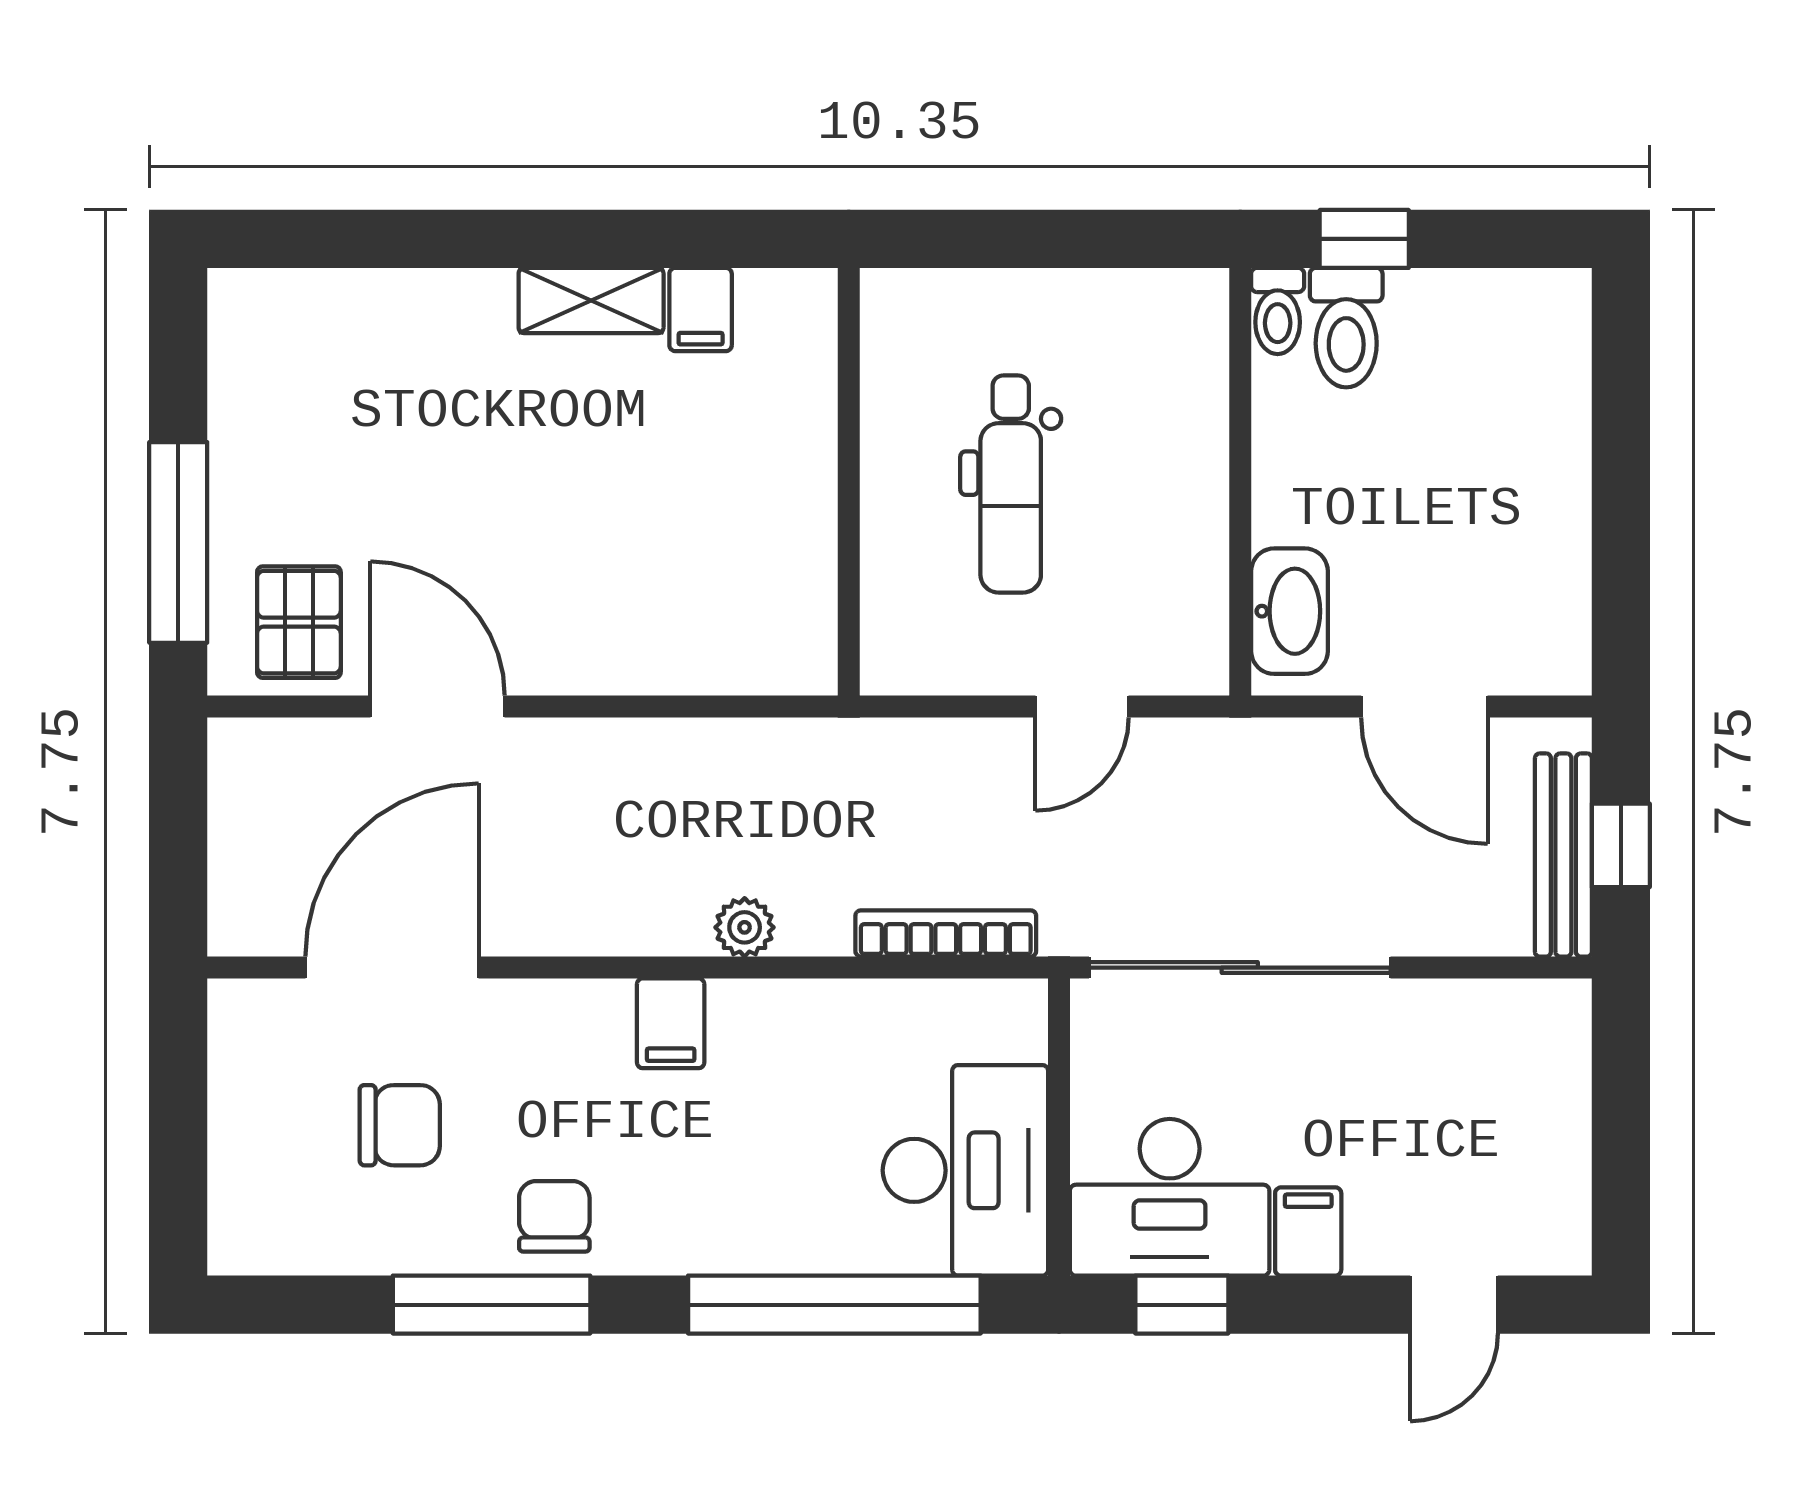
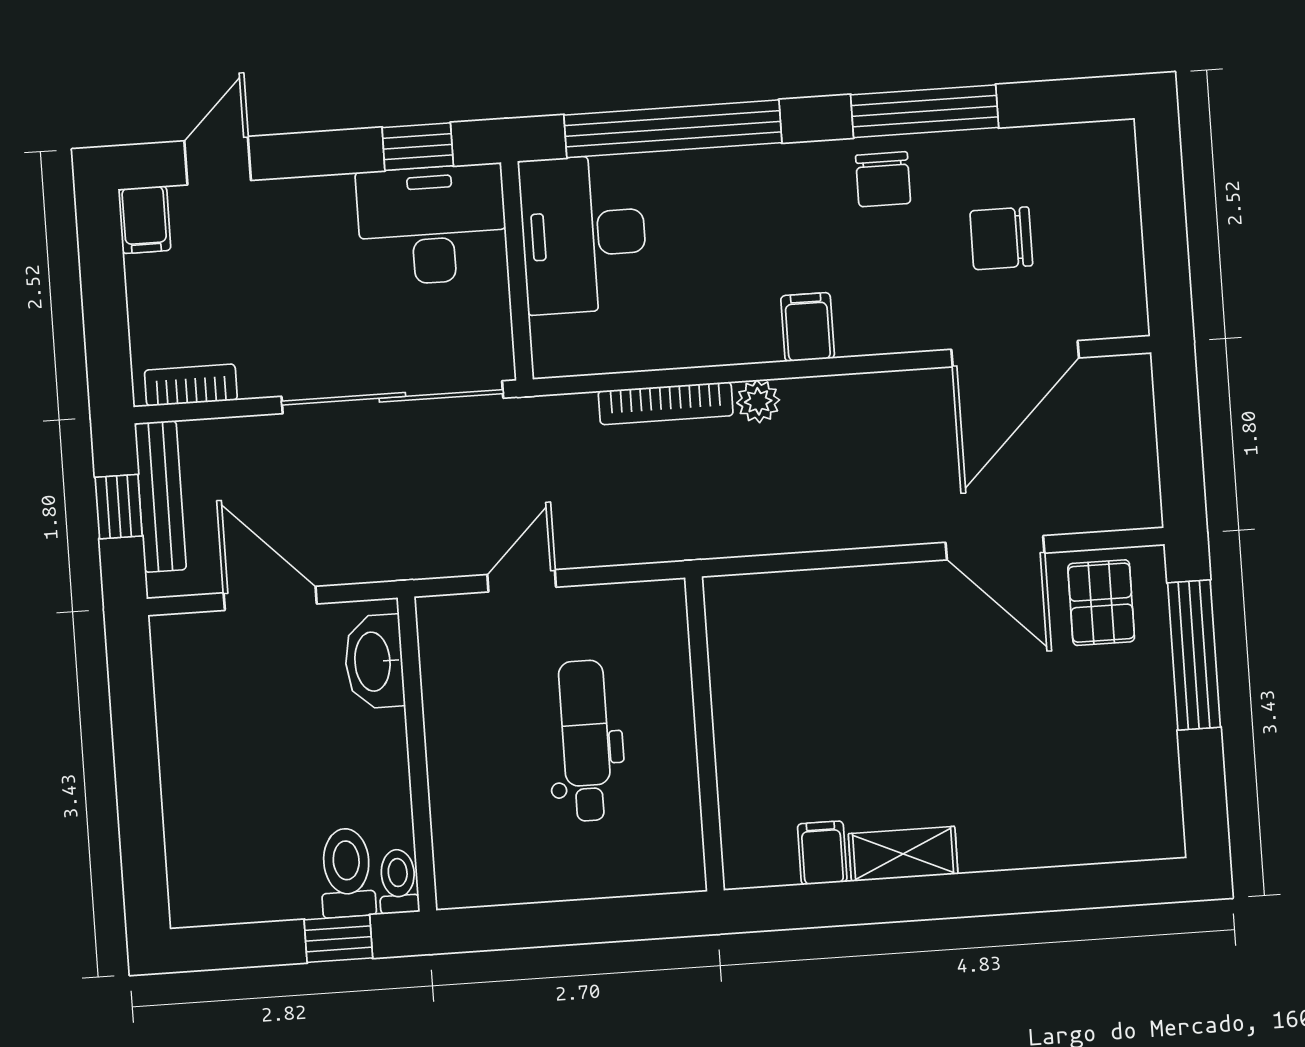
bookcase: (946, 933) -> (666, 403), moved
bookcase: (1512, 1003) -> (191, 385), added
filing cabinet: (1308, 1232) -> (144, 220), moved

